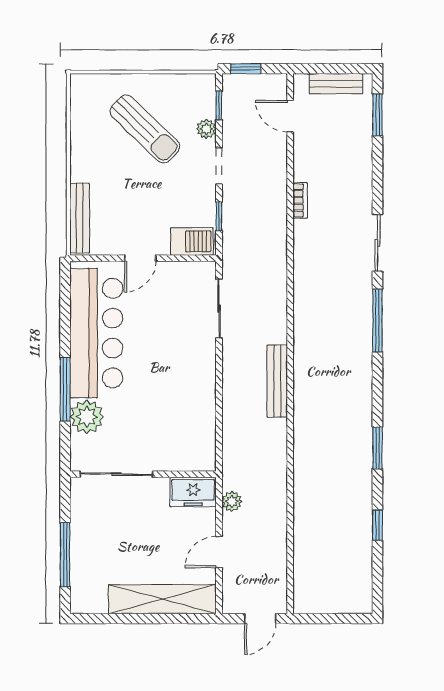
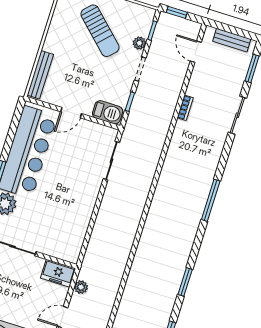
sliding door: (377, 243) -> (237, 115), moved
bench: (277, 381) -> (134, 219), removed

